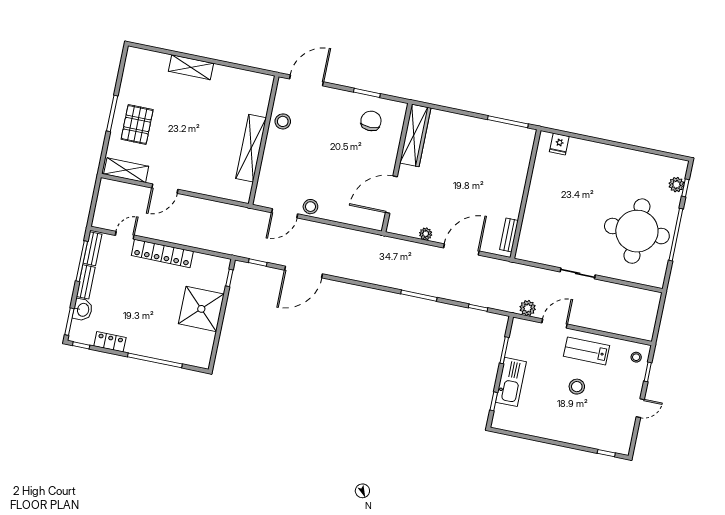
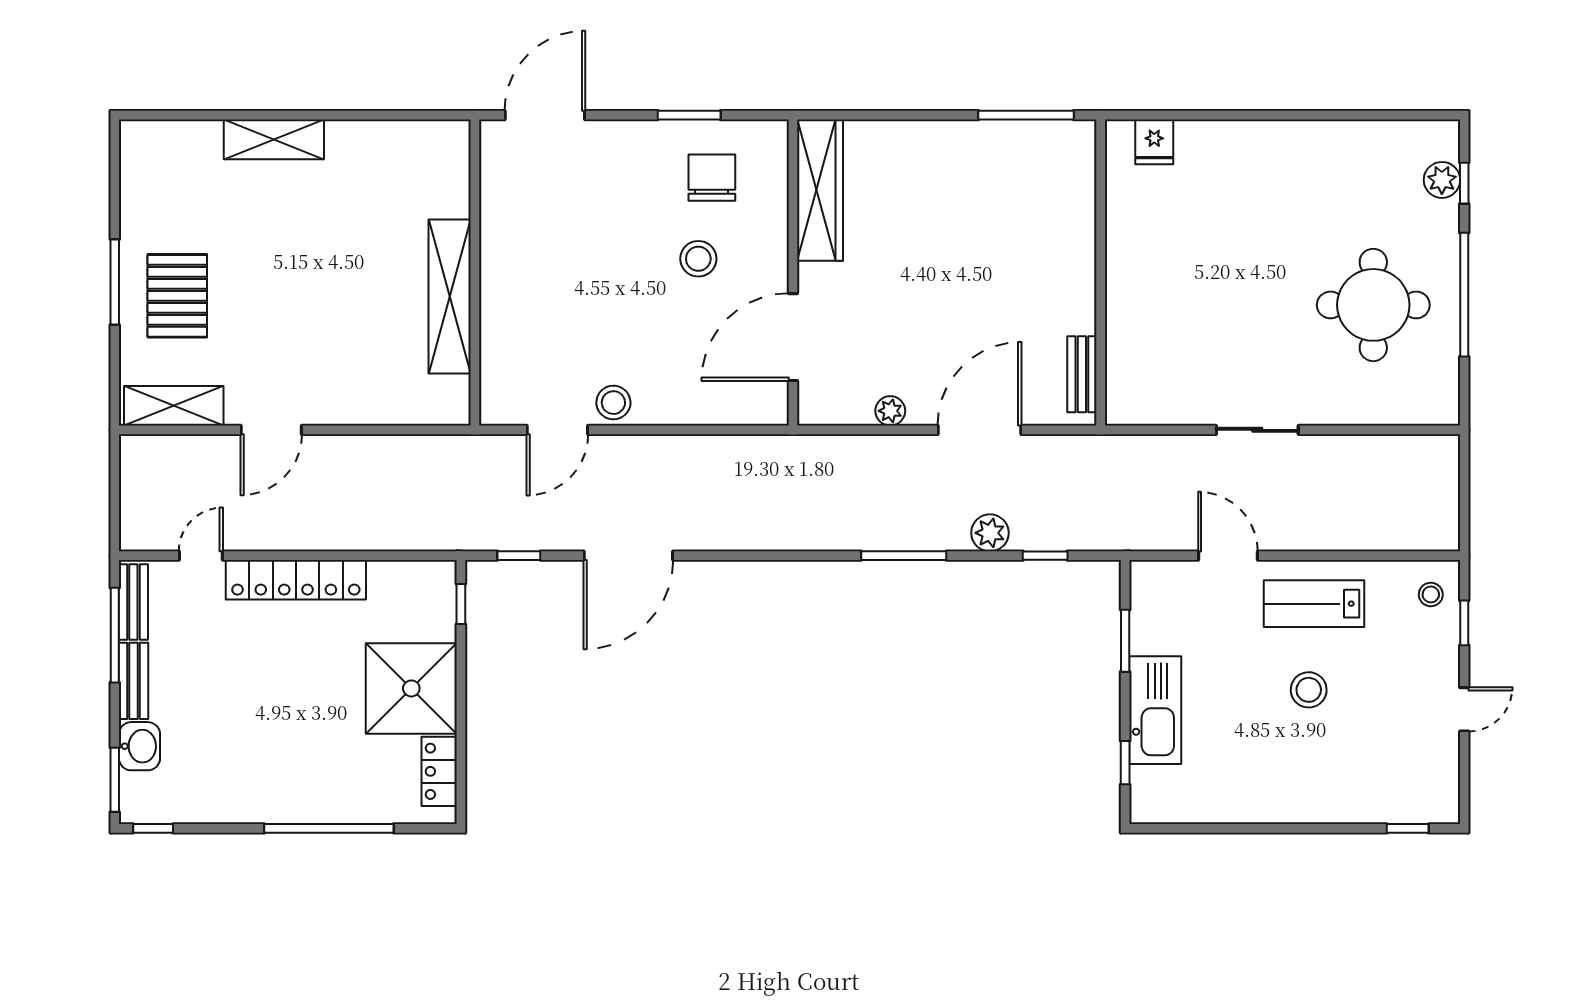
stool: (283, 121) -> (698, 259), moved
round table: (637, 231) -> (1373, 305), width x0.73, depth x0.73
plant: (528, 308) -> (990, 533), moved
door: (555, 323) -> (1228, 556), hinge flipped
locker: (110, 342) -> (439, 771), moved, turned -90

